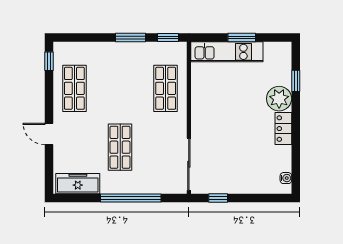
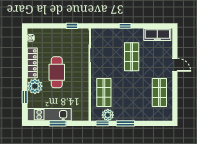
plant: (159, 51) -> (108, 115), added
kitchen unit: (227, 52) -> (49, 115), moved
window: (49, 61) -> (175, 109), removed
cafe table: (243, 122) -> (57, 72), added
locker: (283, 129) -> (32, 63), width x1.53
window: (131, 198) -> (125, 26), width x0.32

